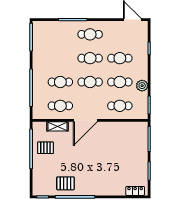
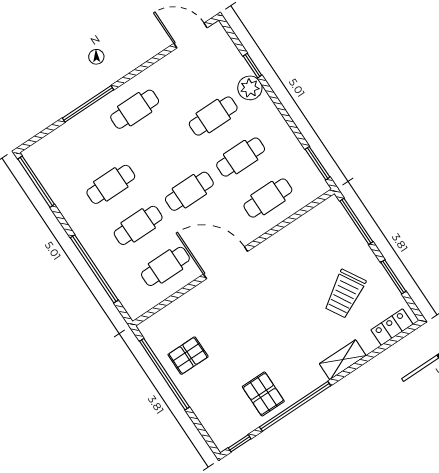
cafe table: (90, 58) -> (111, 184), moved
plant: (142, 86) -> (250, 88), moved
door: (85, 120) -> (226, 263), swing flipped
shelving: (57, 126) -> (343, 360), moved
trolley: (125, 165) -> (345, 294), added
pallet: (65, 183) -> (263, 394), turned 90

